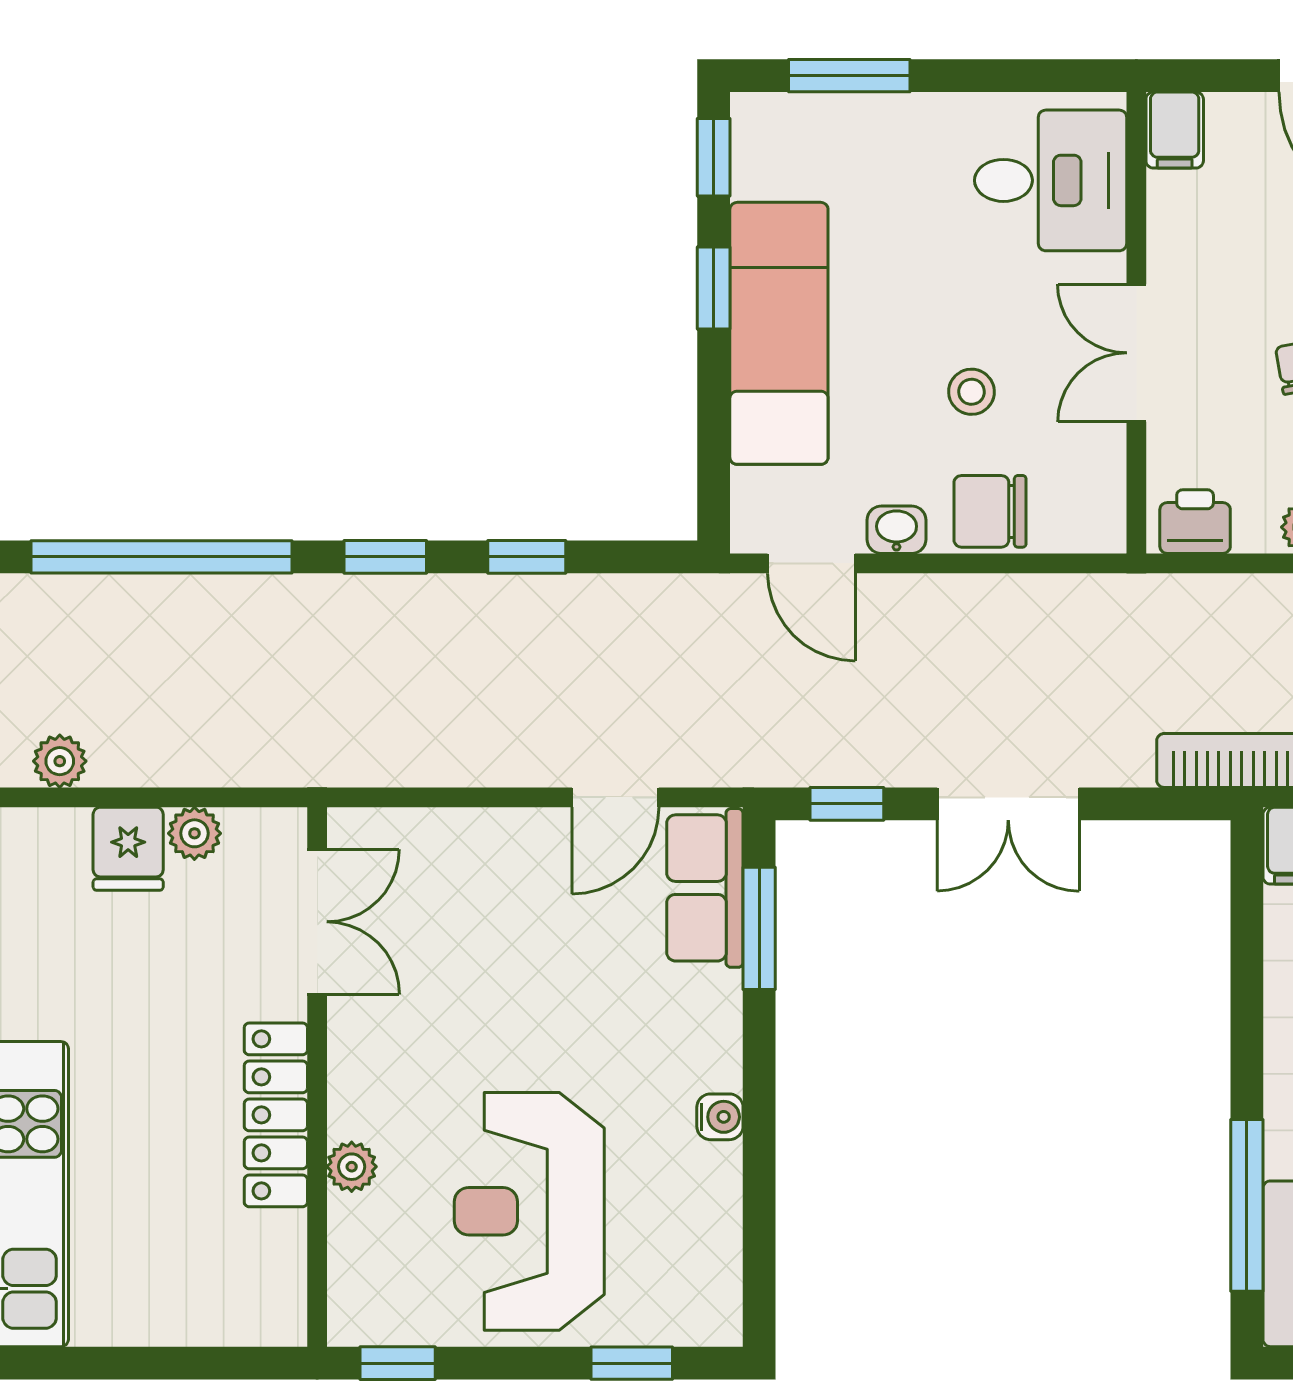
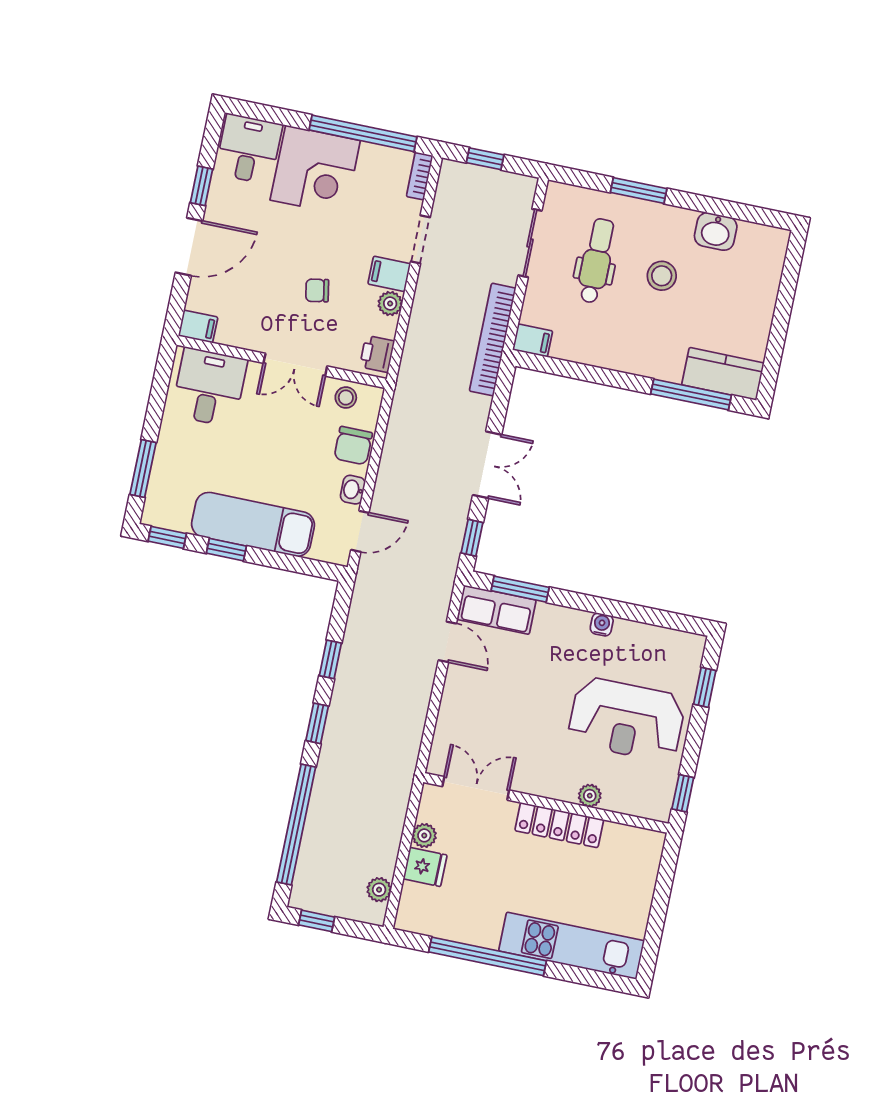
stool: (972, 392) -> (346, 398), moved

